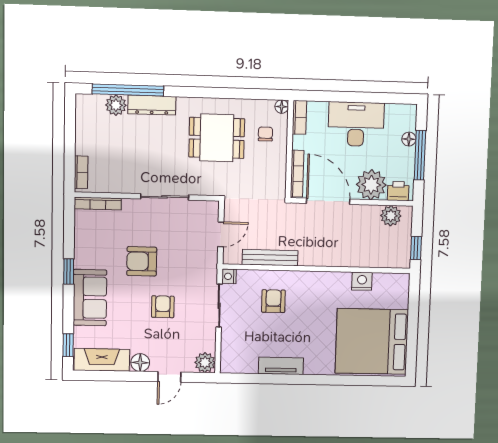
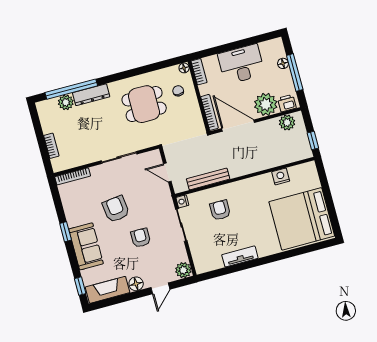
bookcase: (81, 172) -> (51, 146), moved
door: (221, 234) -> (167, 173), swing flipped
armchair: (142, 261) -> (116, 209), turned 83

